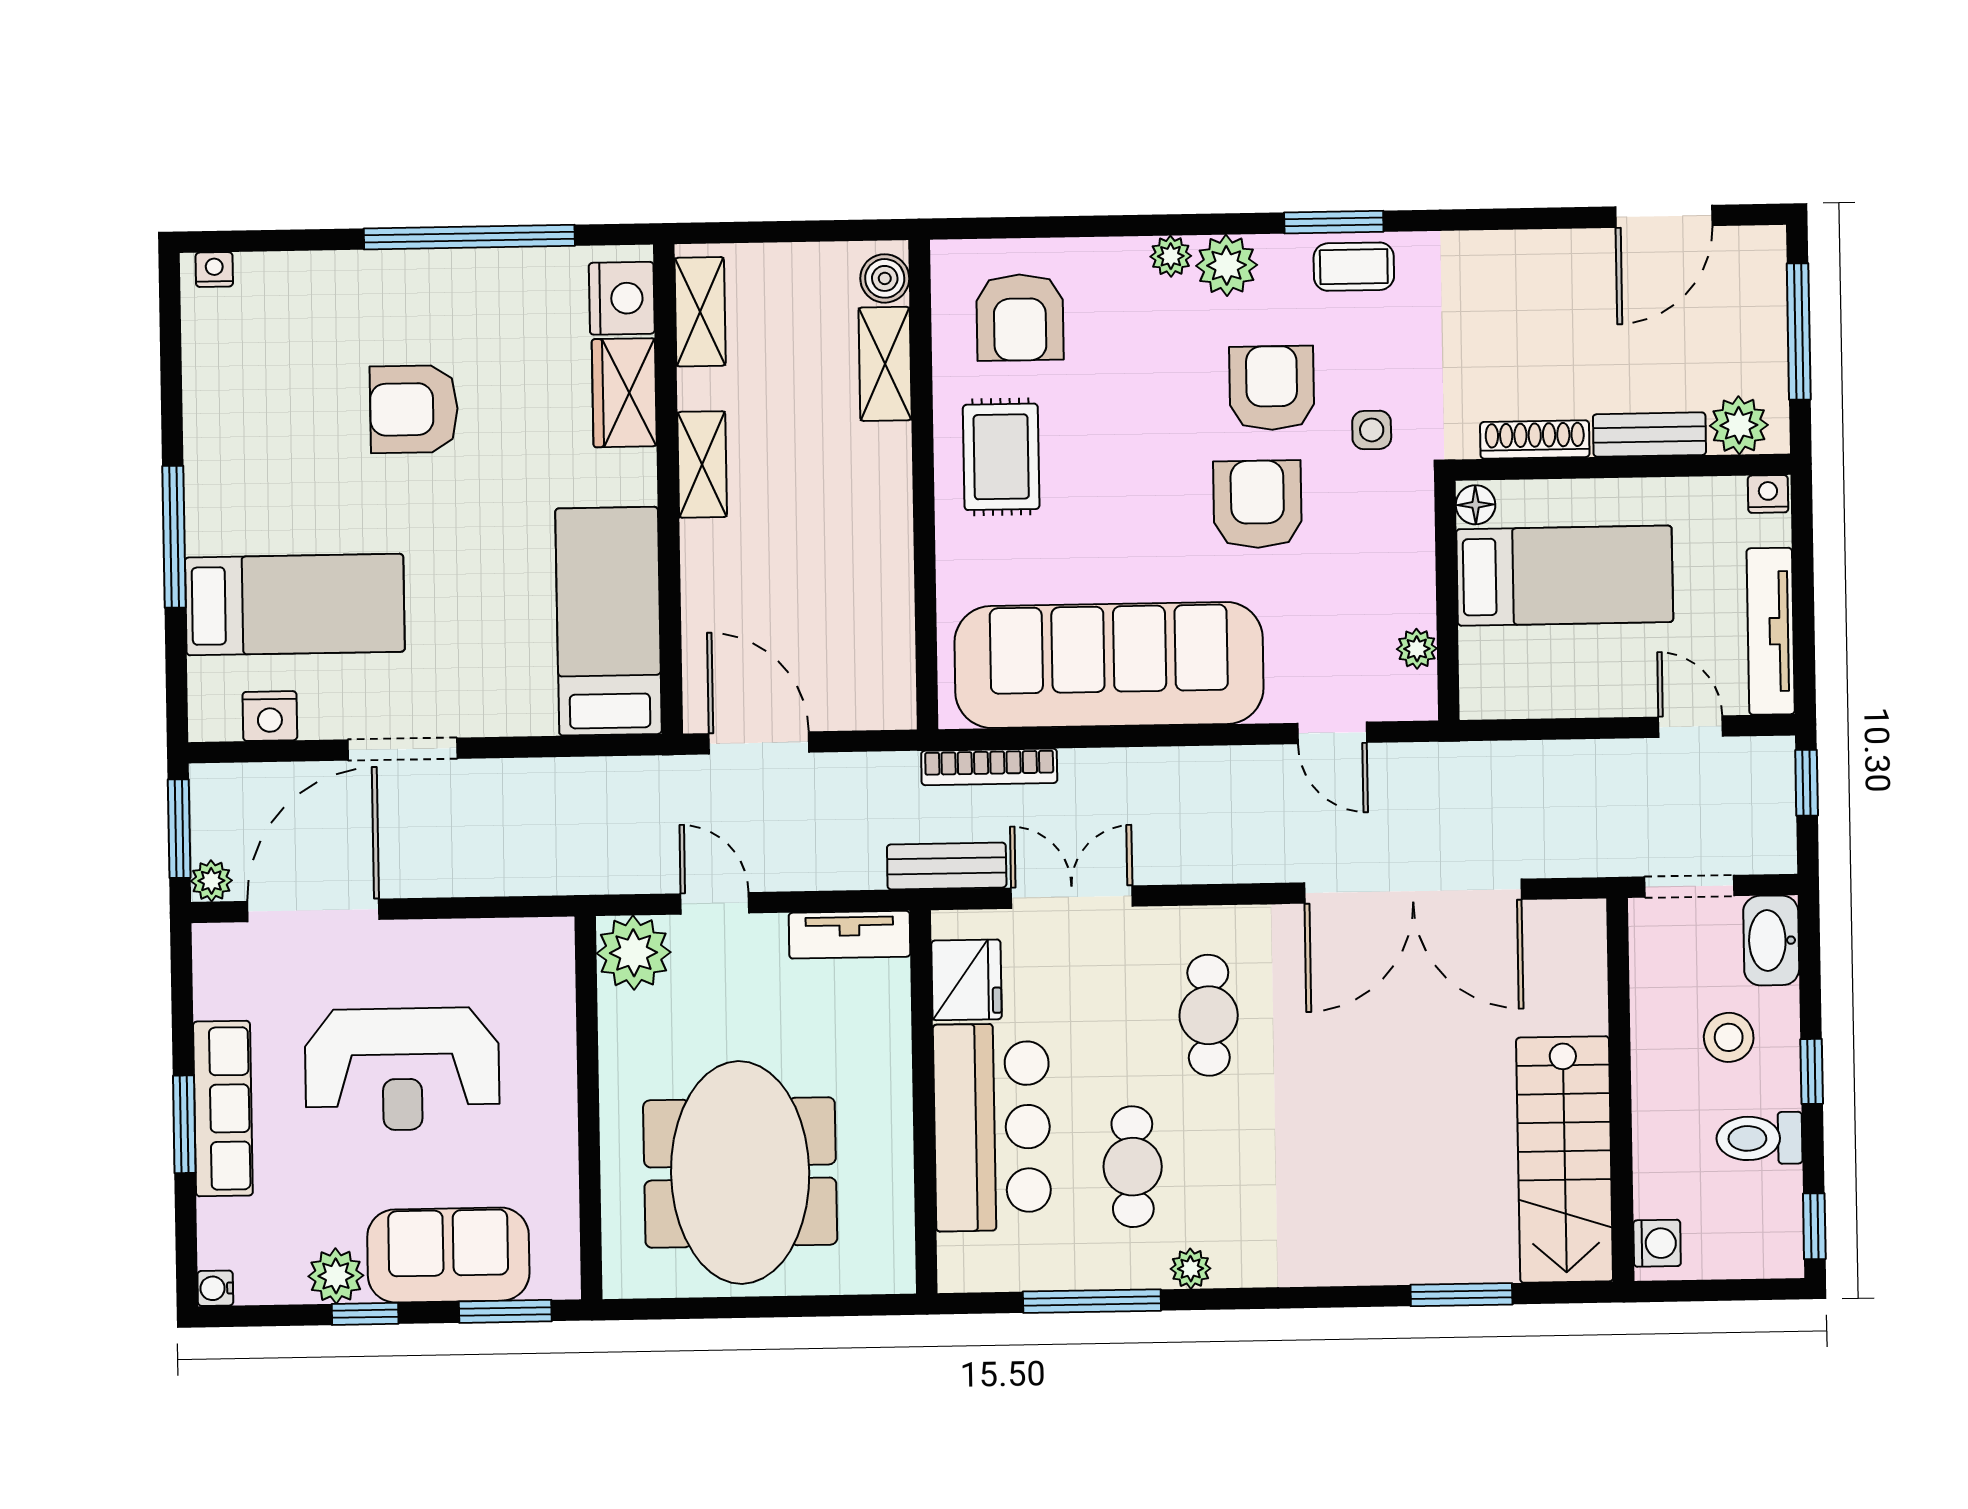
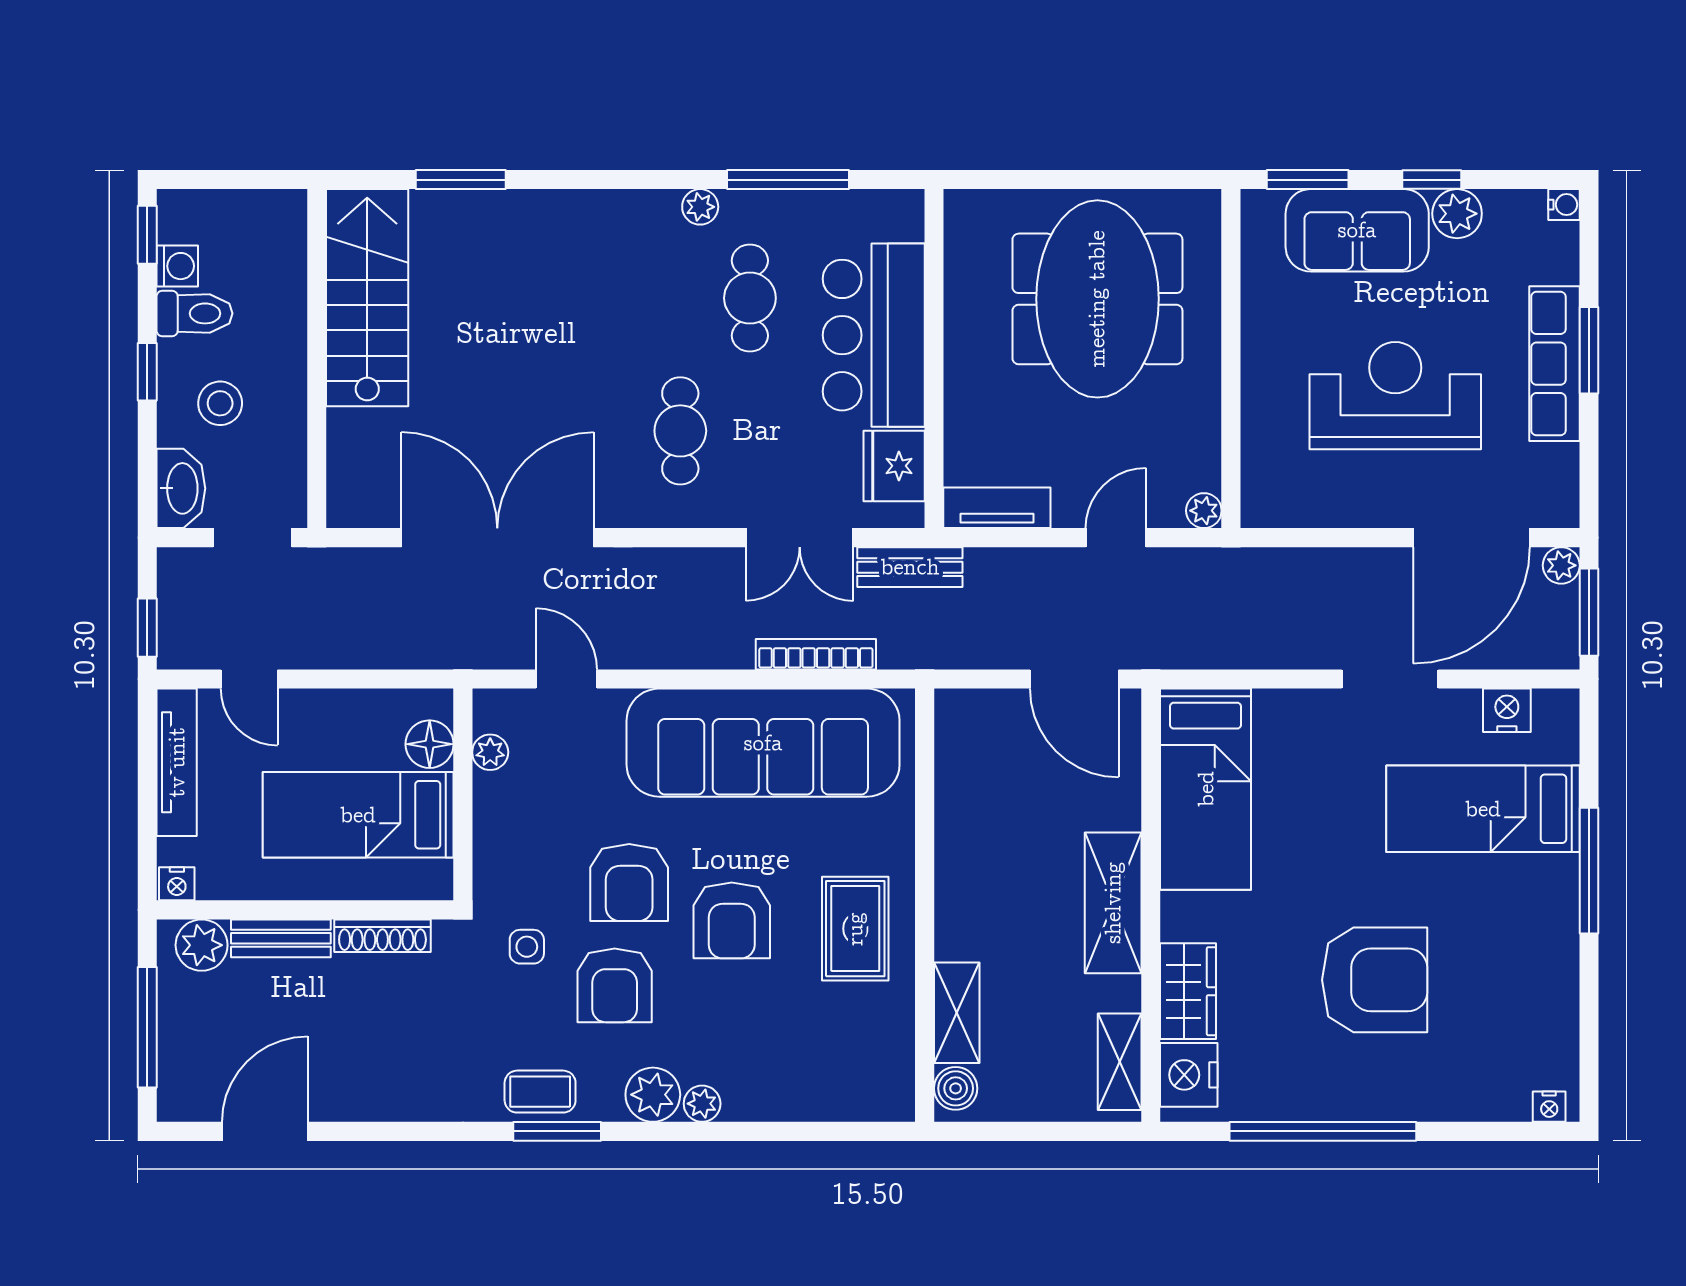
armchair: (1020, 317) -> (732, 920), moved, turned 180
armchair: (414, 409) -> (1375, 980), width x1.36, depth x1.36
shelving: (702, 464) -> (1113, 903), width x1.50, depth x1.33
floor lamp: (1476, 505) -> (430, 744), moved, width x1.37, depth x1.37
bookcase: (989, 767) -> (816, 654), moved
door: (715, 903) -> (1116, 538), swing flipped
plant: (634, 953) -> (1204, 511), width x0.53, depth x0.53
washing machine: (1657, 1243) -> (177, 266), moved, turned 180

